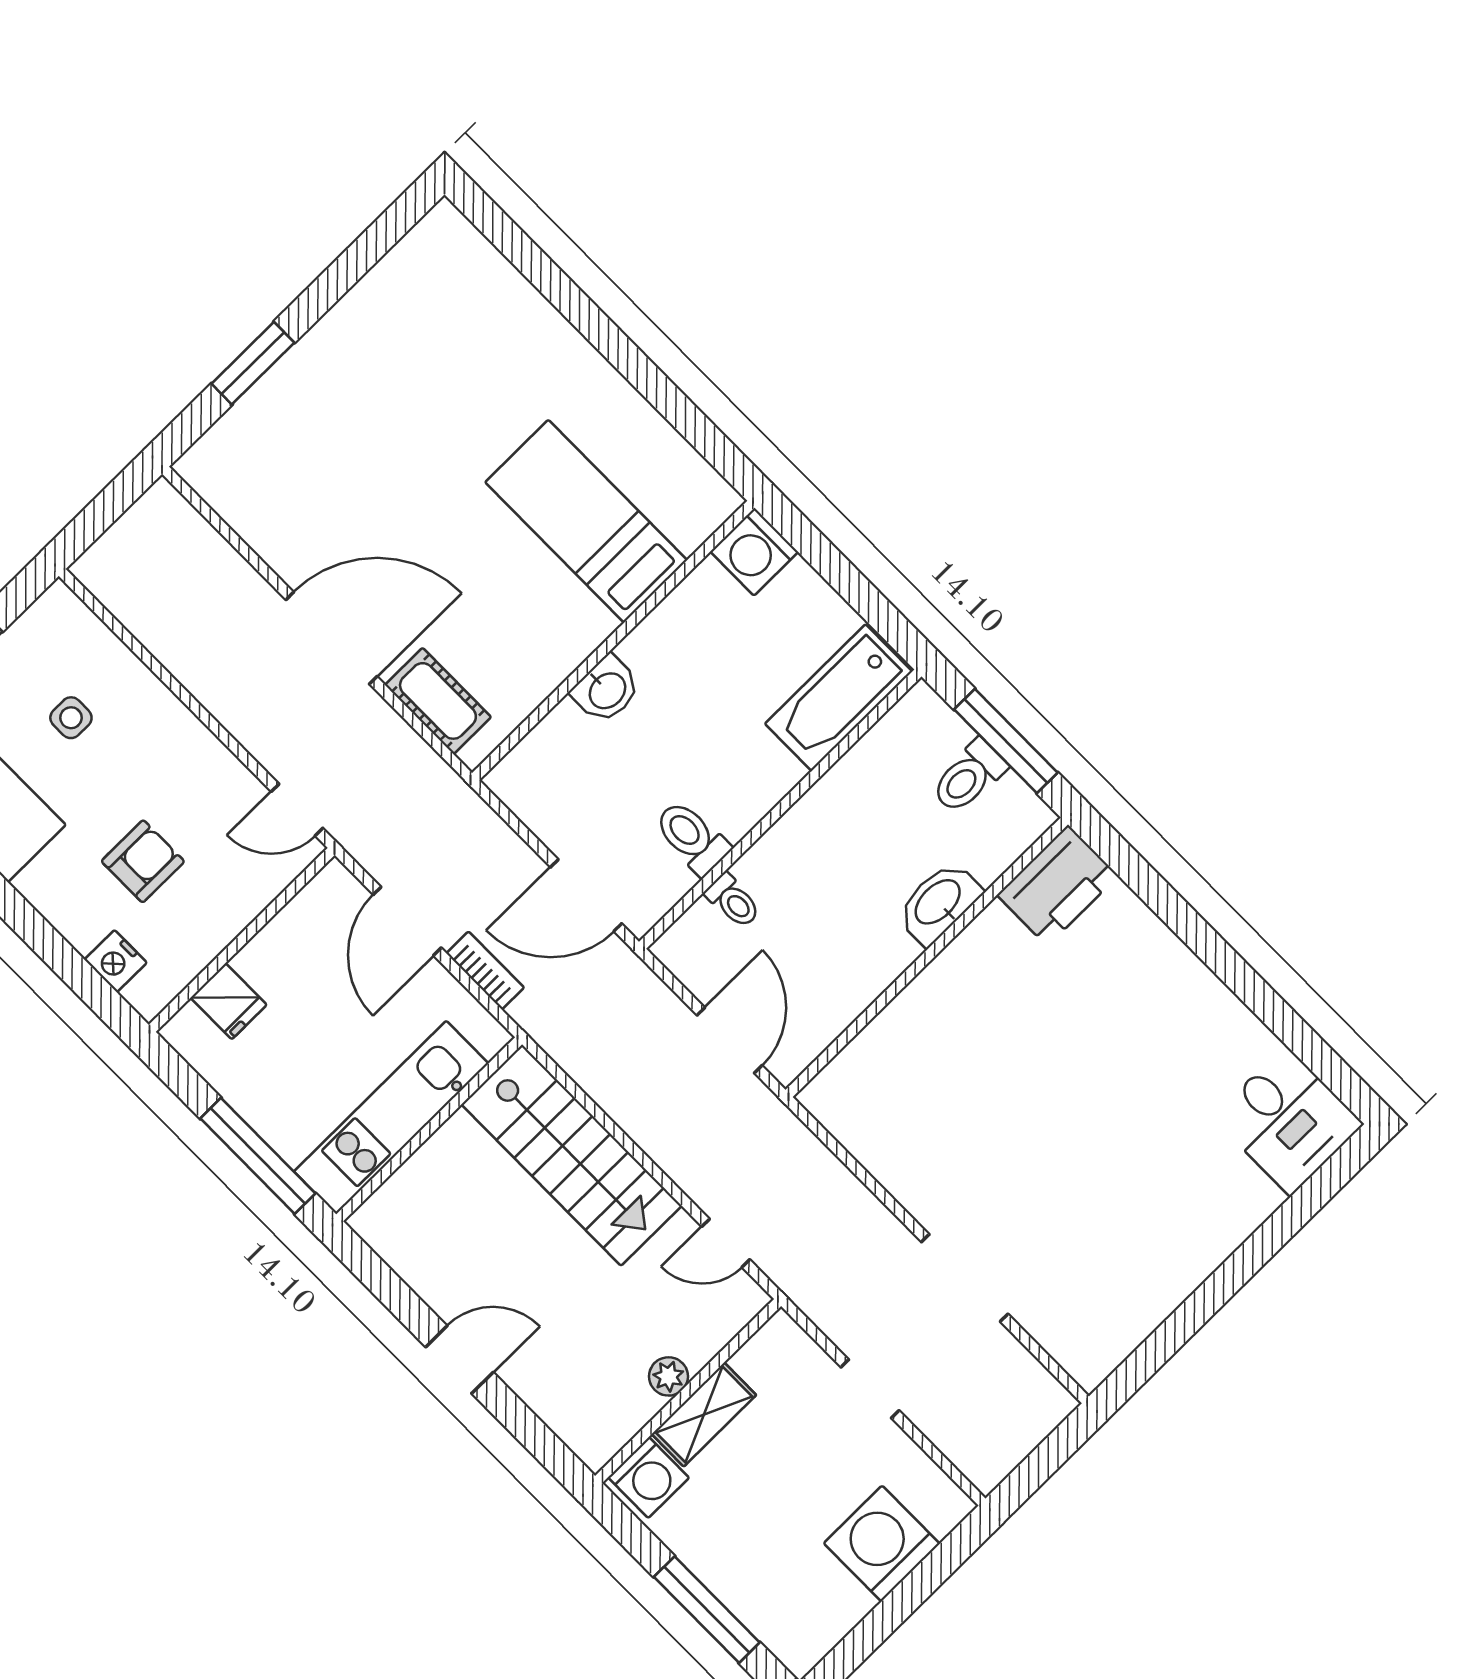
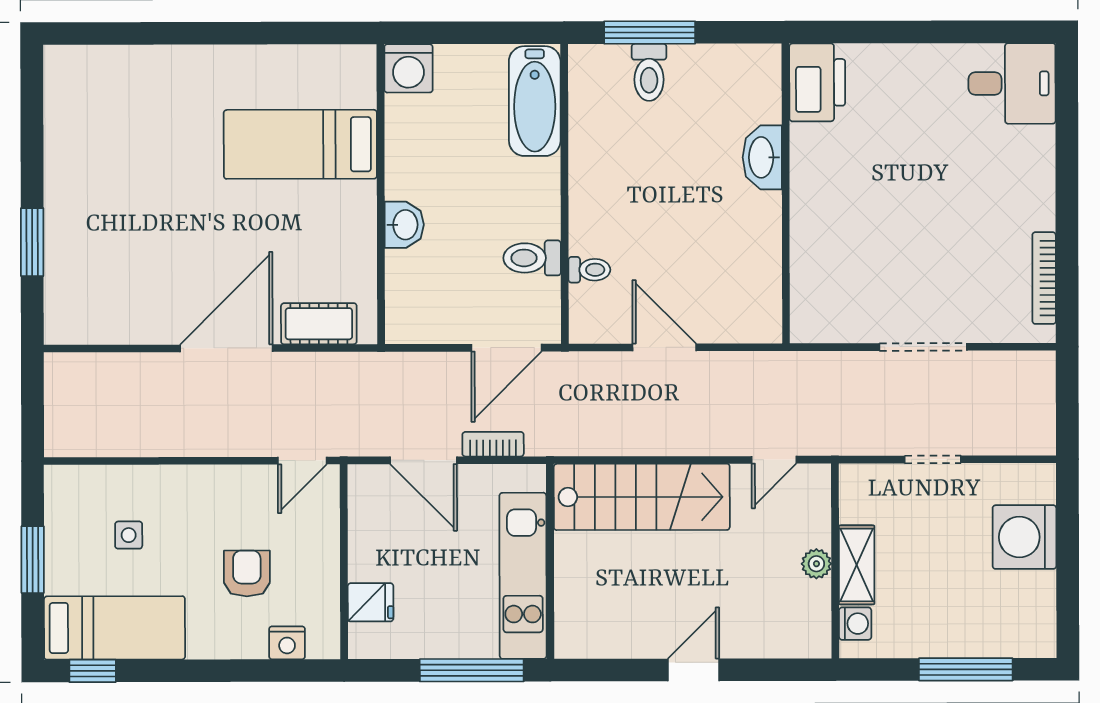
printer: (1058, 885) -> (817, 82), moved
washbasin: (939, 903) -> (762, 157), moved
wall: (927, 957) -> (786, 193), moved
bookcase: (1138, 1327) -> (1044, 278), added
washing machine: (649, 1478) -> (855, 624), width x0.73, depth x0.73

